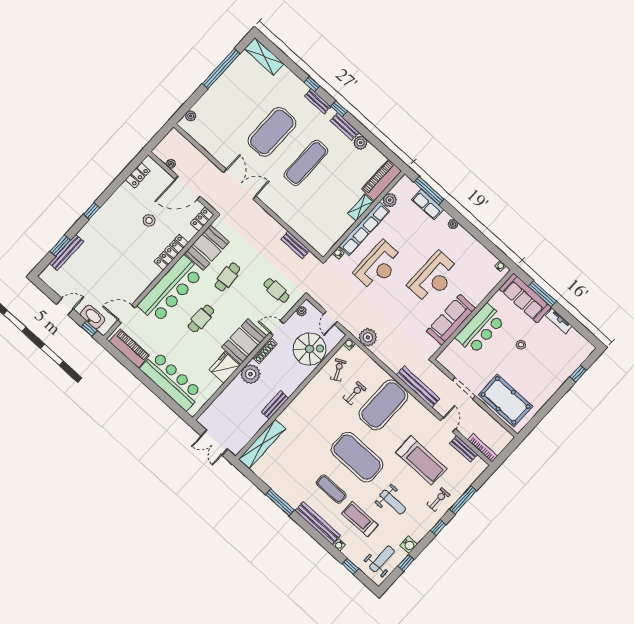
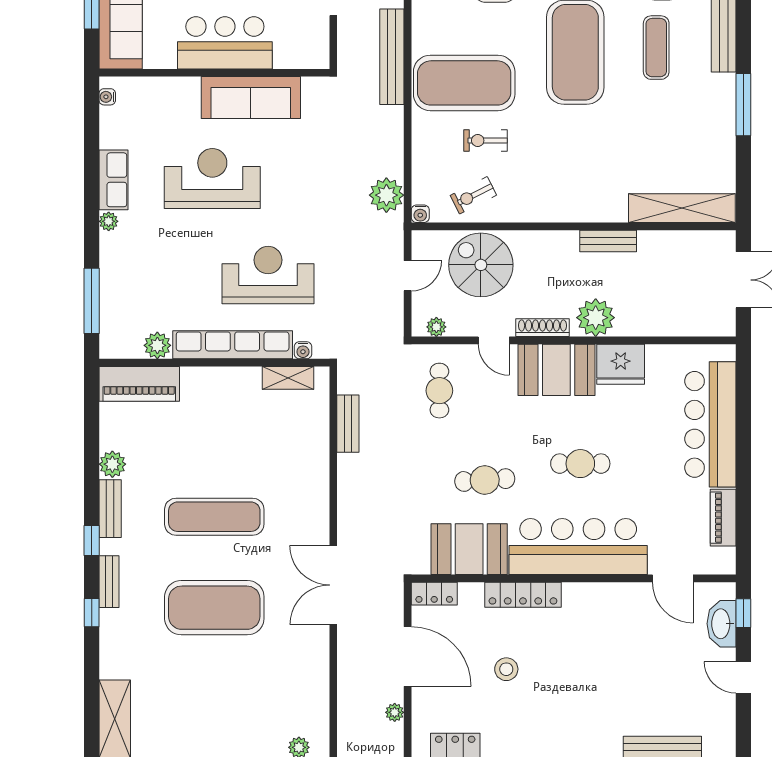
row of seats: (428, 204) -> (113, 180), moved
shelving: (361, 208) -> (288, 378), moved
piano: (129, 349) -> (723, 518), width x0.73, depth x0.75

